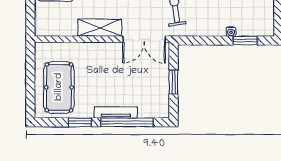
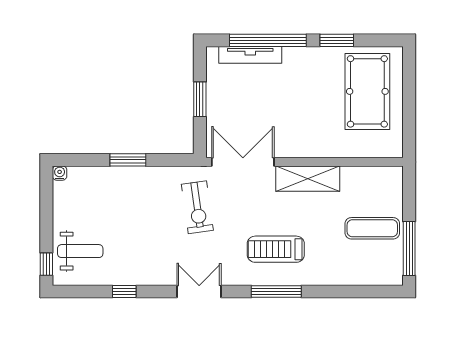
water cooler: (231, 32) -> (60, 173), moved
window: (245, 41) -> (128, 160), moved
tv unit: (116, 112) -> (250, 55), moved

